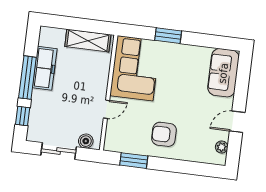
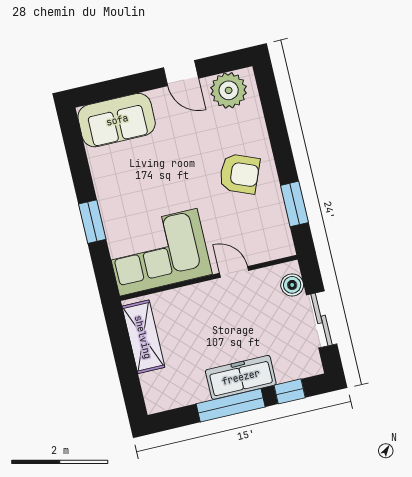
freezer: (45, 68) -> (241, 377), moved
armchair: (164, 134) -> (239, 174), turned -68
plant: (222, 147) -> (229, 90), width x1.87, depth x1.87

